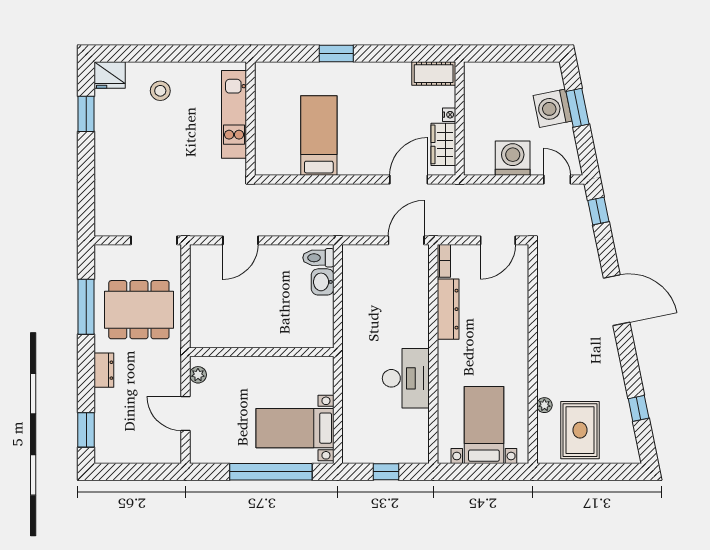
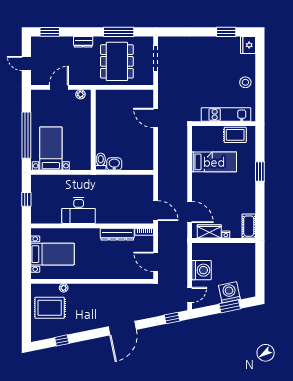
stool: (160, 91) -> (245, 82), moved
rug: (270, 98) -> (235, 135), added
doorway: (154, 240) -> (156, 58), moved
toilet: (318, 258) -> (101, 162), moved
washbasin: (323, 282) -> (114, 164), moved
door: (143, 472) -> (26, 63), added

